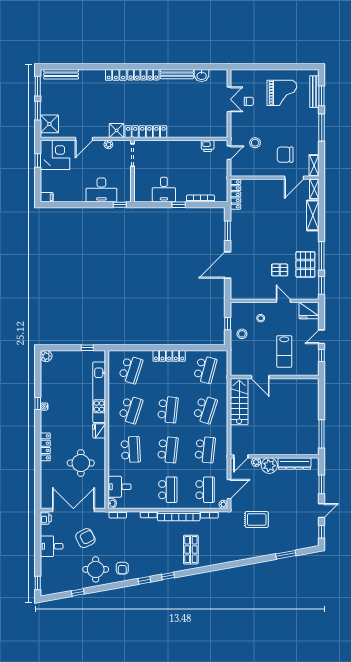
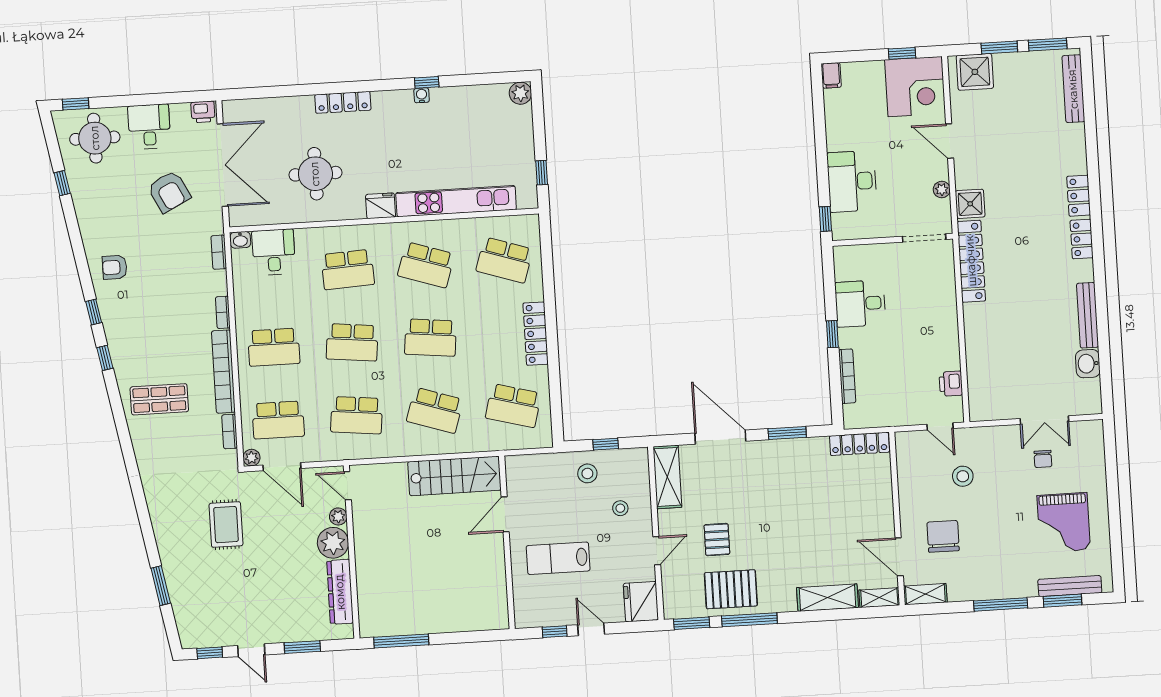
locker: (143, 75) -> (1082, 239), width x0.66
shelving: (246, 293) -> (667, 477), added
round table: (96, 569) -> (95, 138), moved

